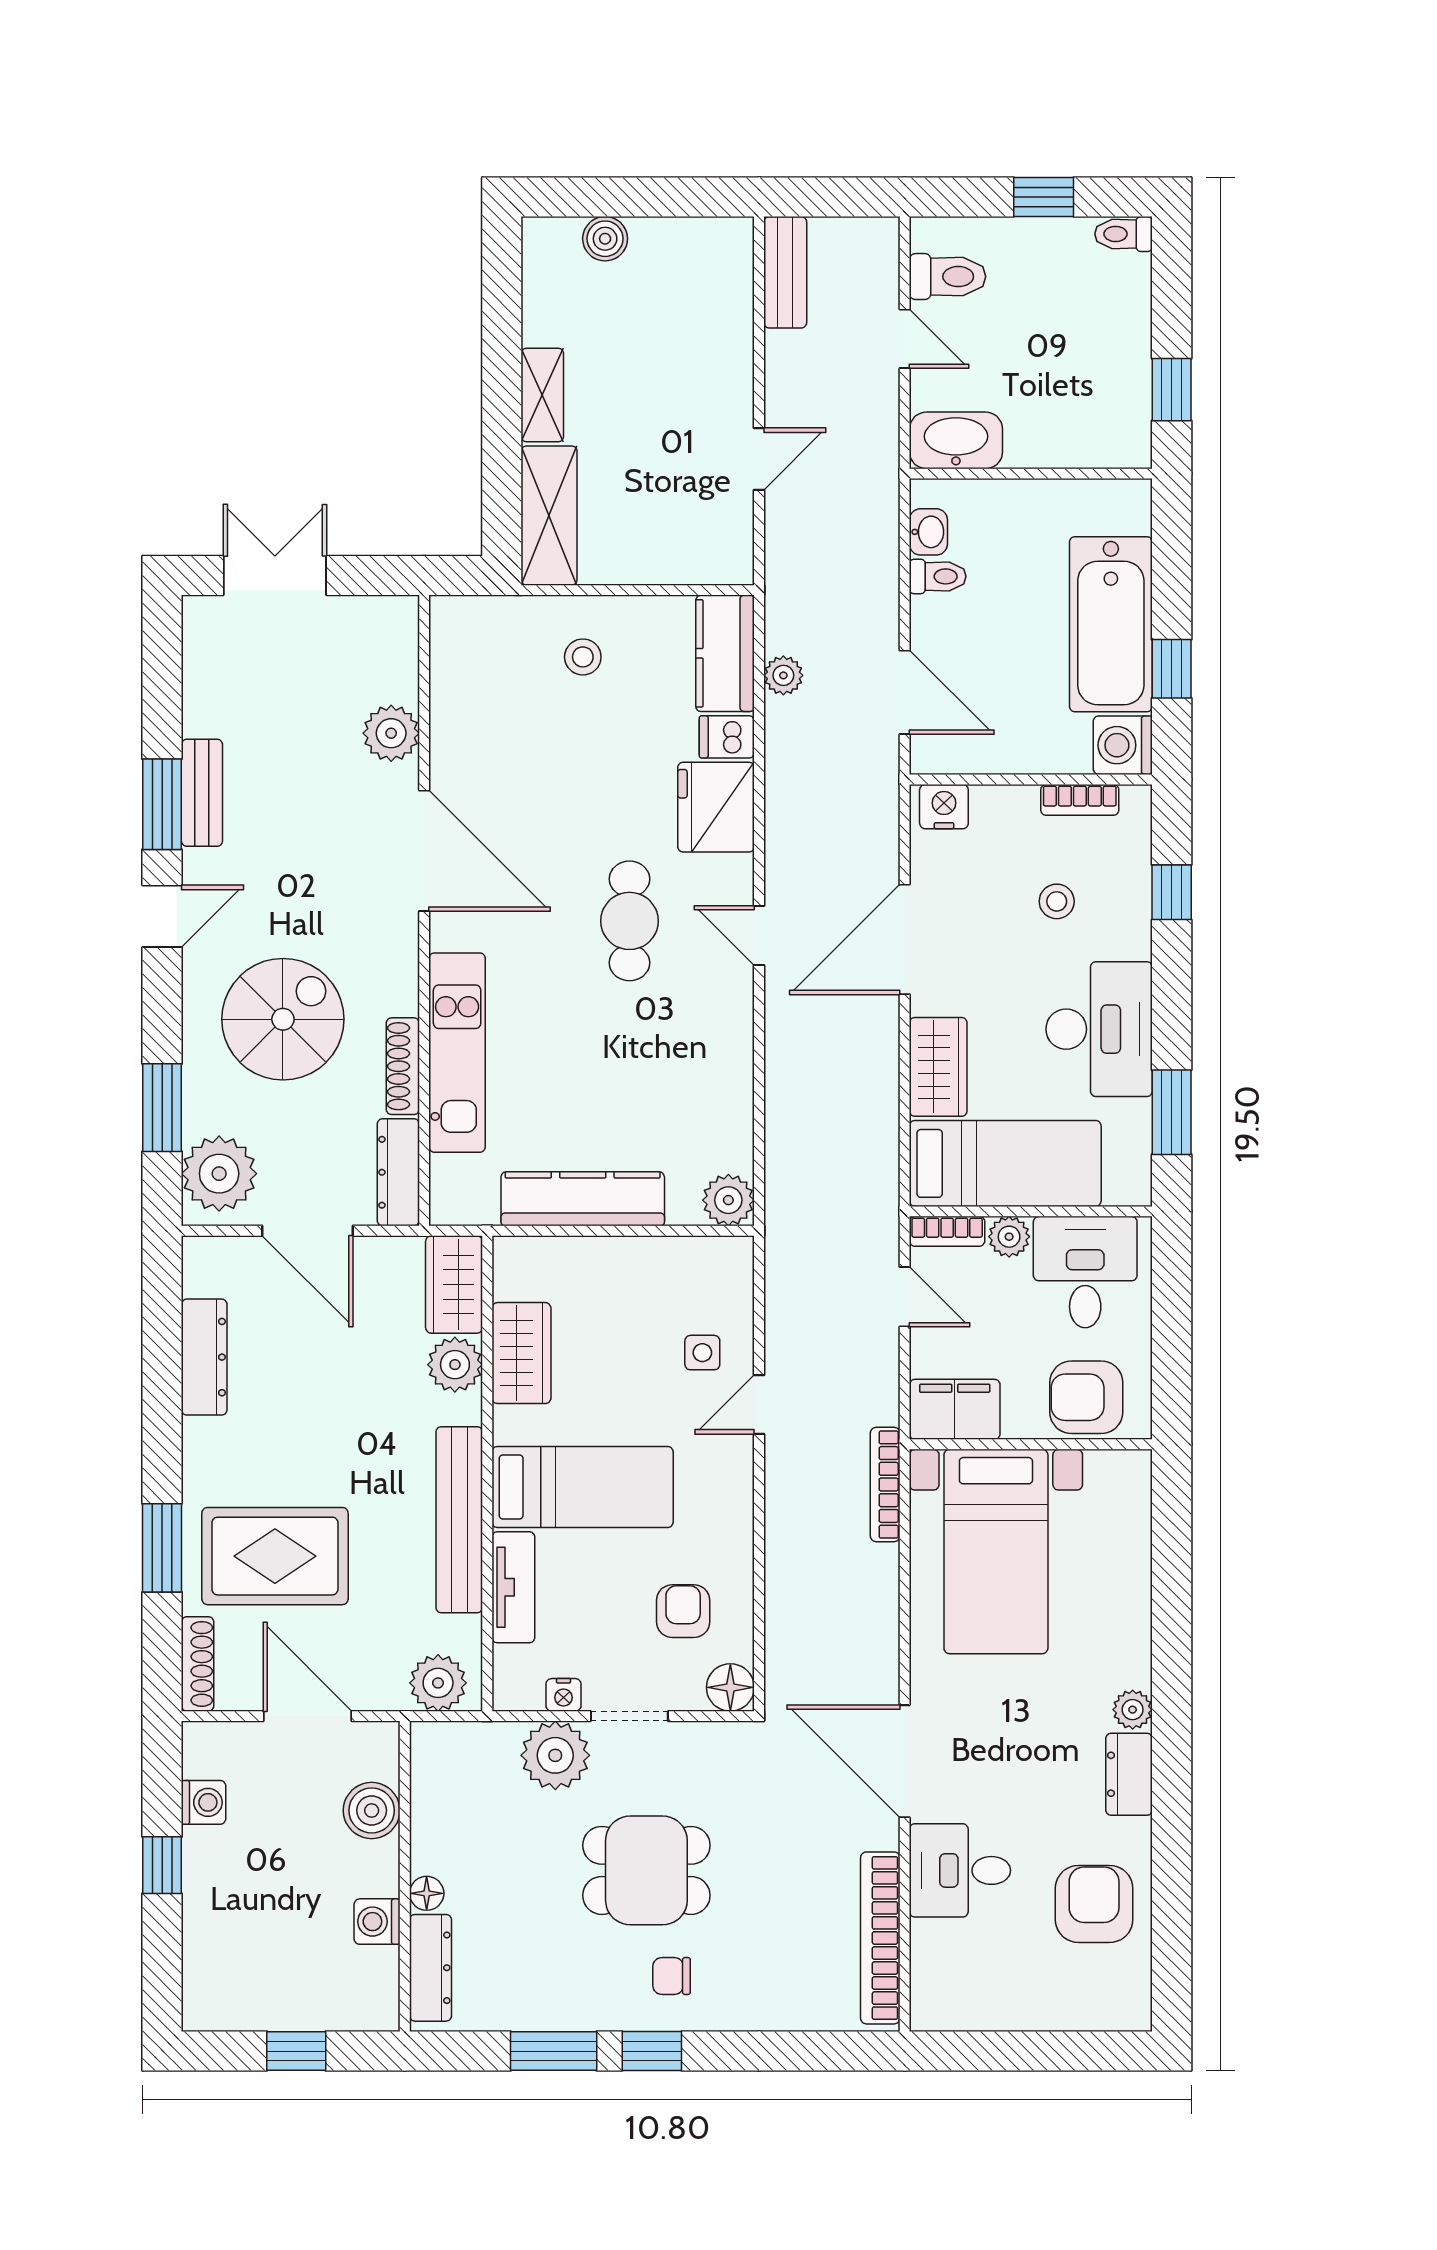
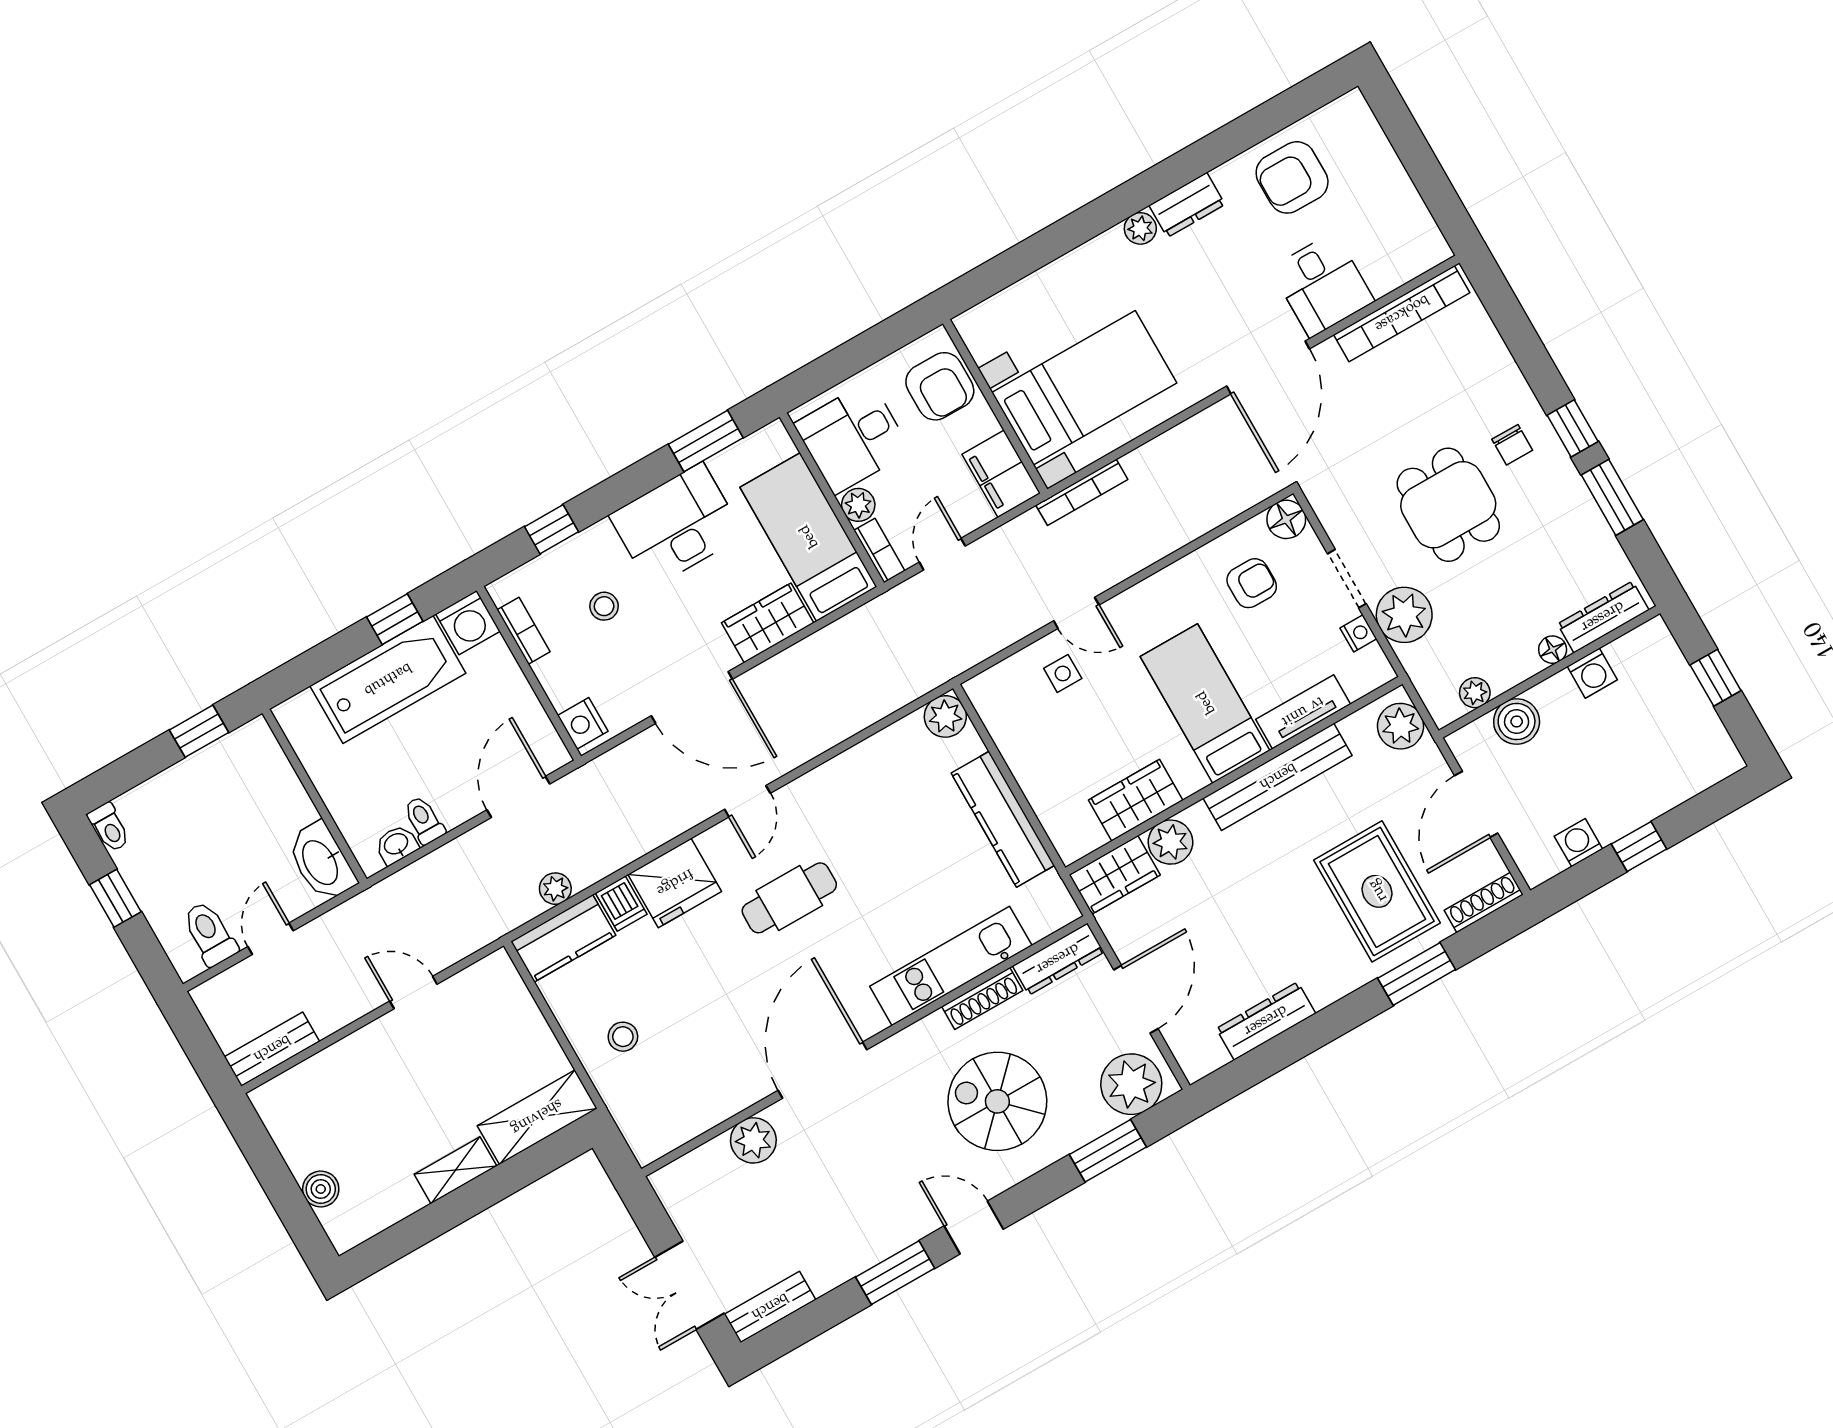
bench: (202, 793) -> (770, 1307), moved
armchair: (683, 1611) -> (1252, 583), turned 180
plant: (428, 1783) -> (1475, 693), added

